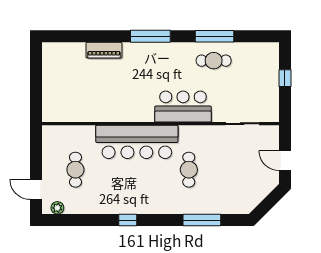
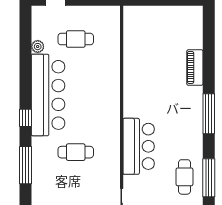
bar counter: (137, 142) -> (48, 95), moved, turned 180
plant: (57, 208) -> (38, 47), moved
window: (128, 220) -> (25, 118), moved

